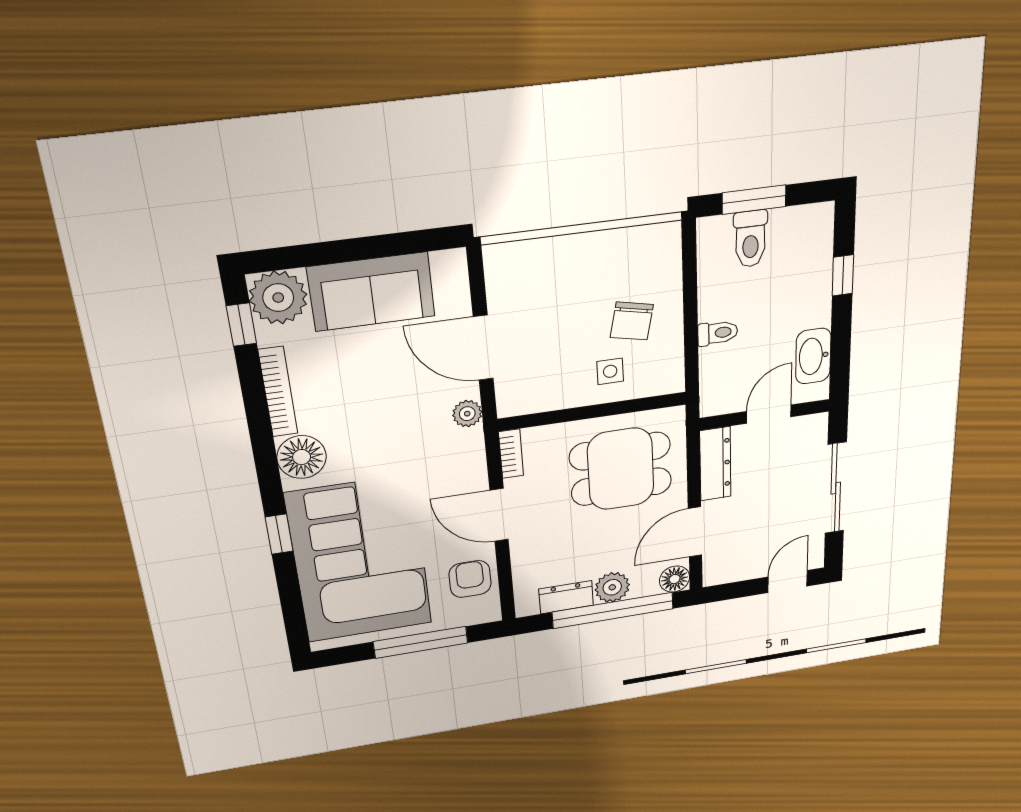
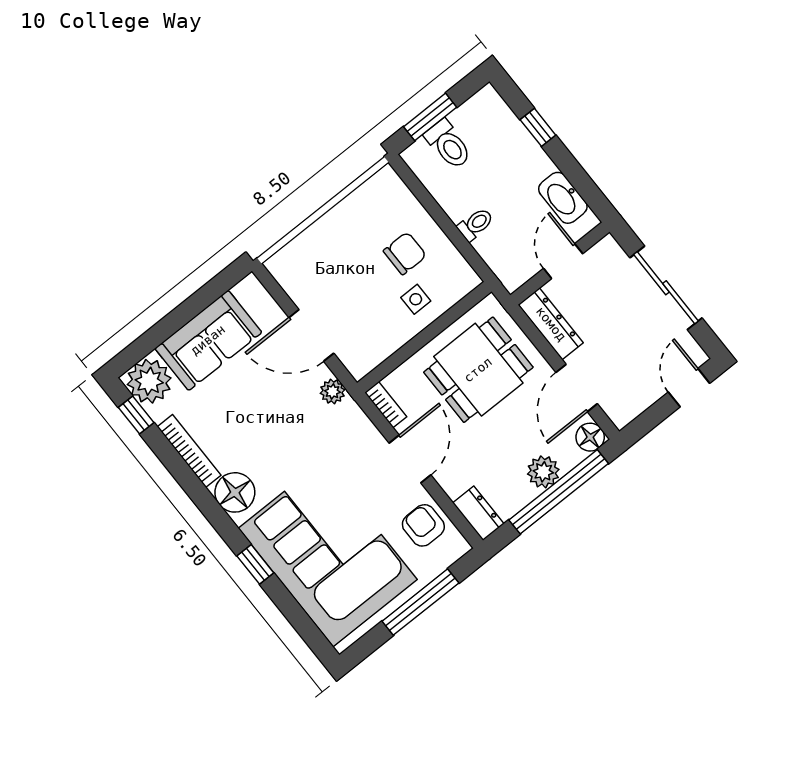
chair: (632, 321) -> (405, 253), turned -102
door: (499, 515) -> (410, 459), swing flipped
dresser: (566, 597) -> (478, 513), moved, turned 90

